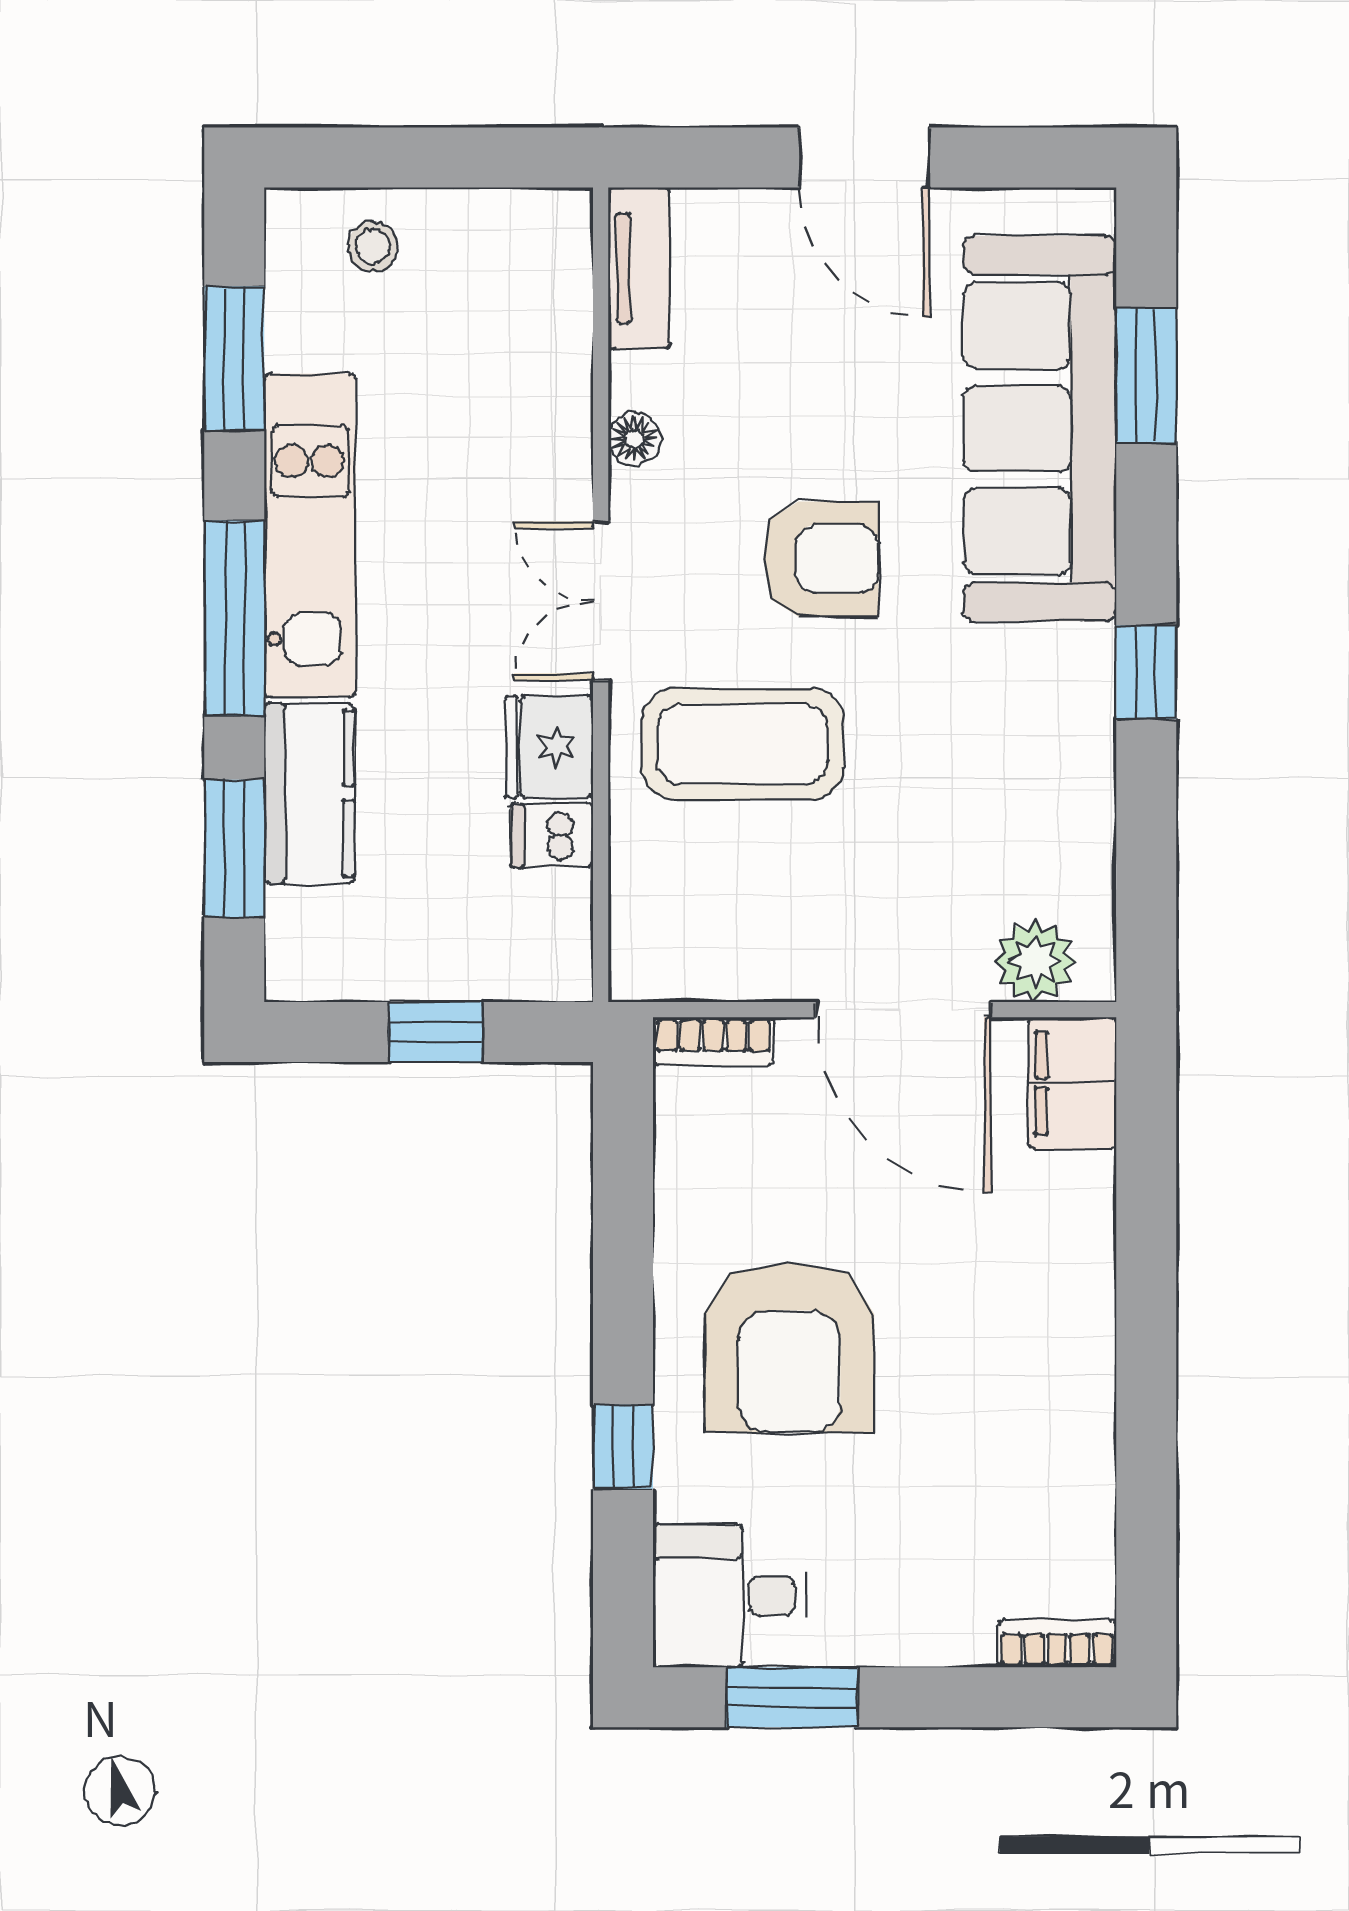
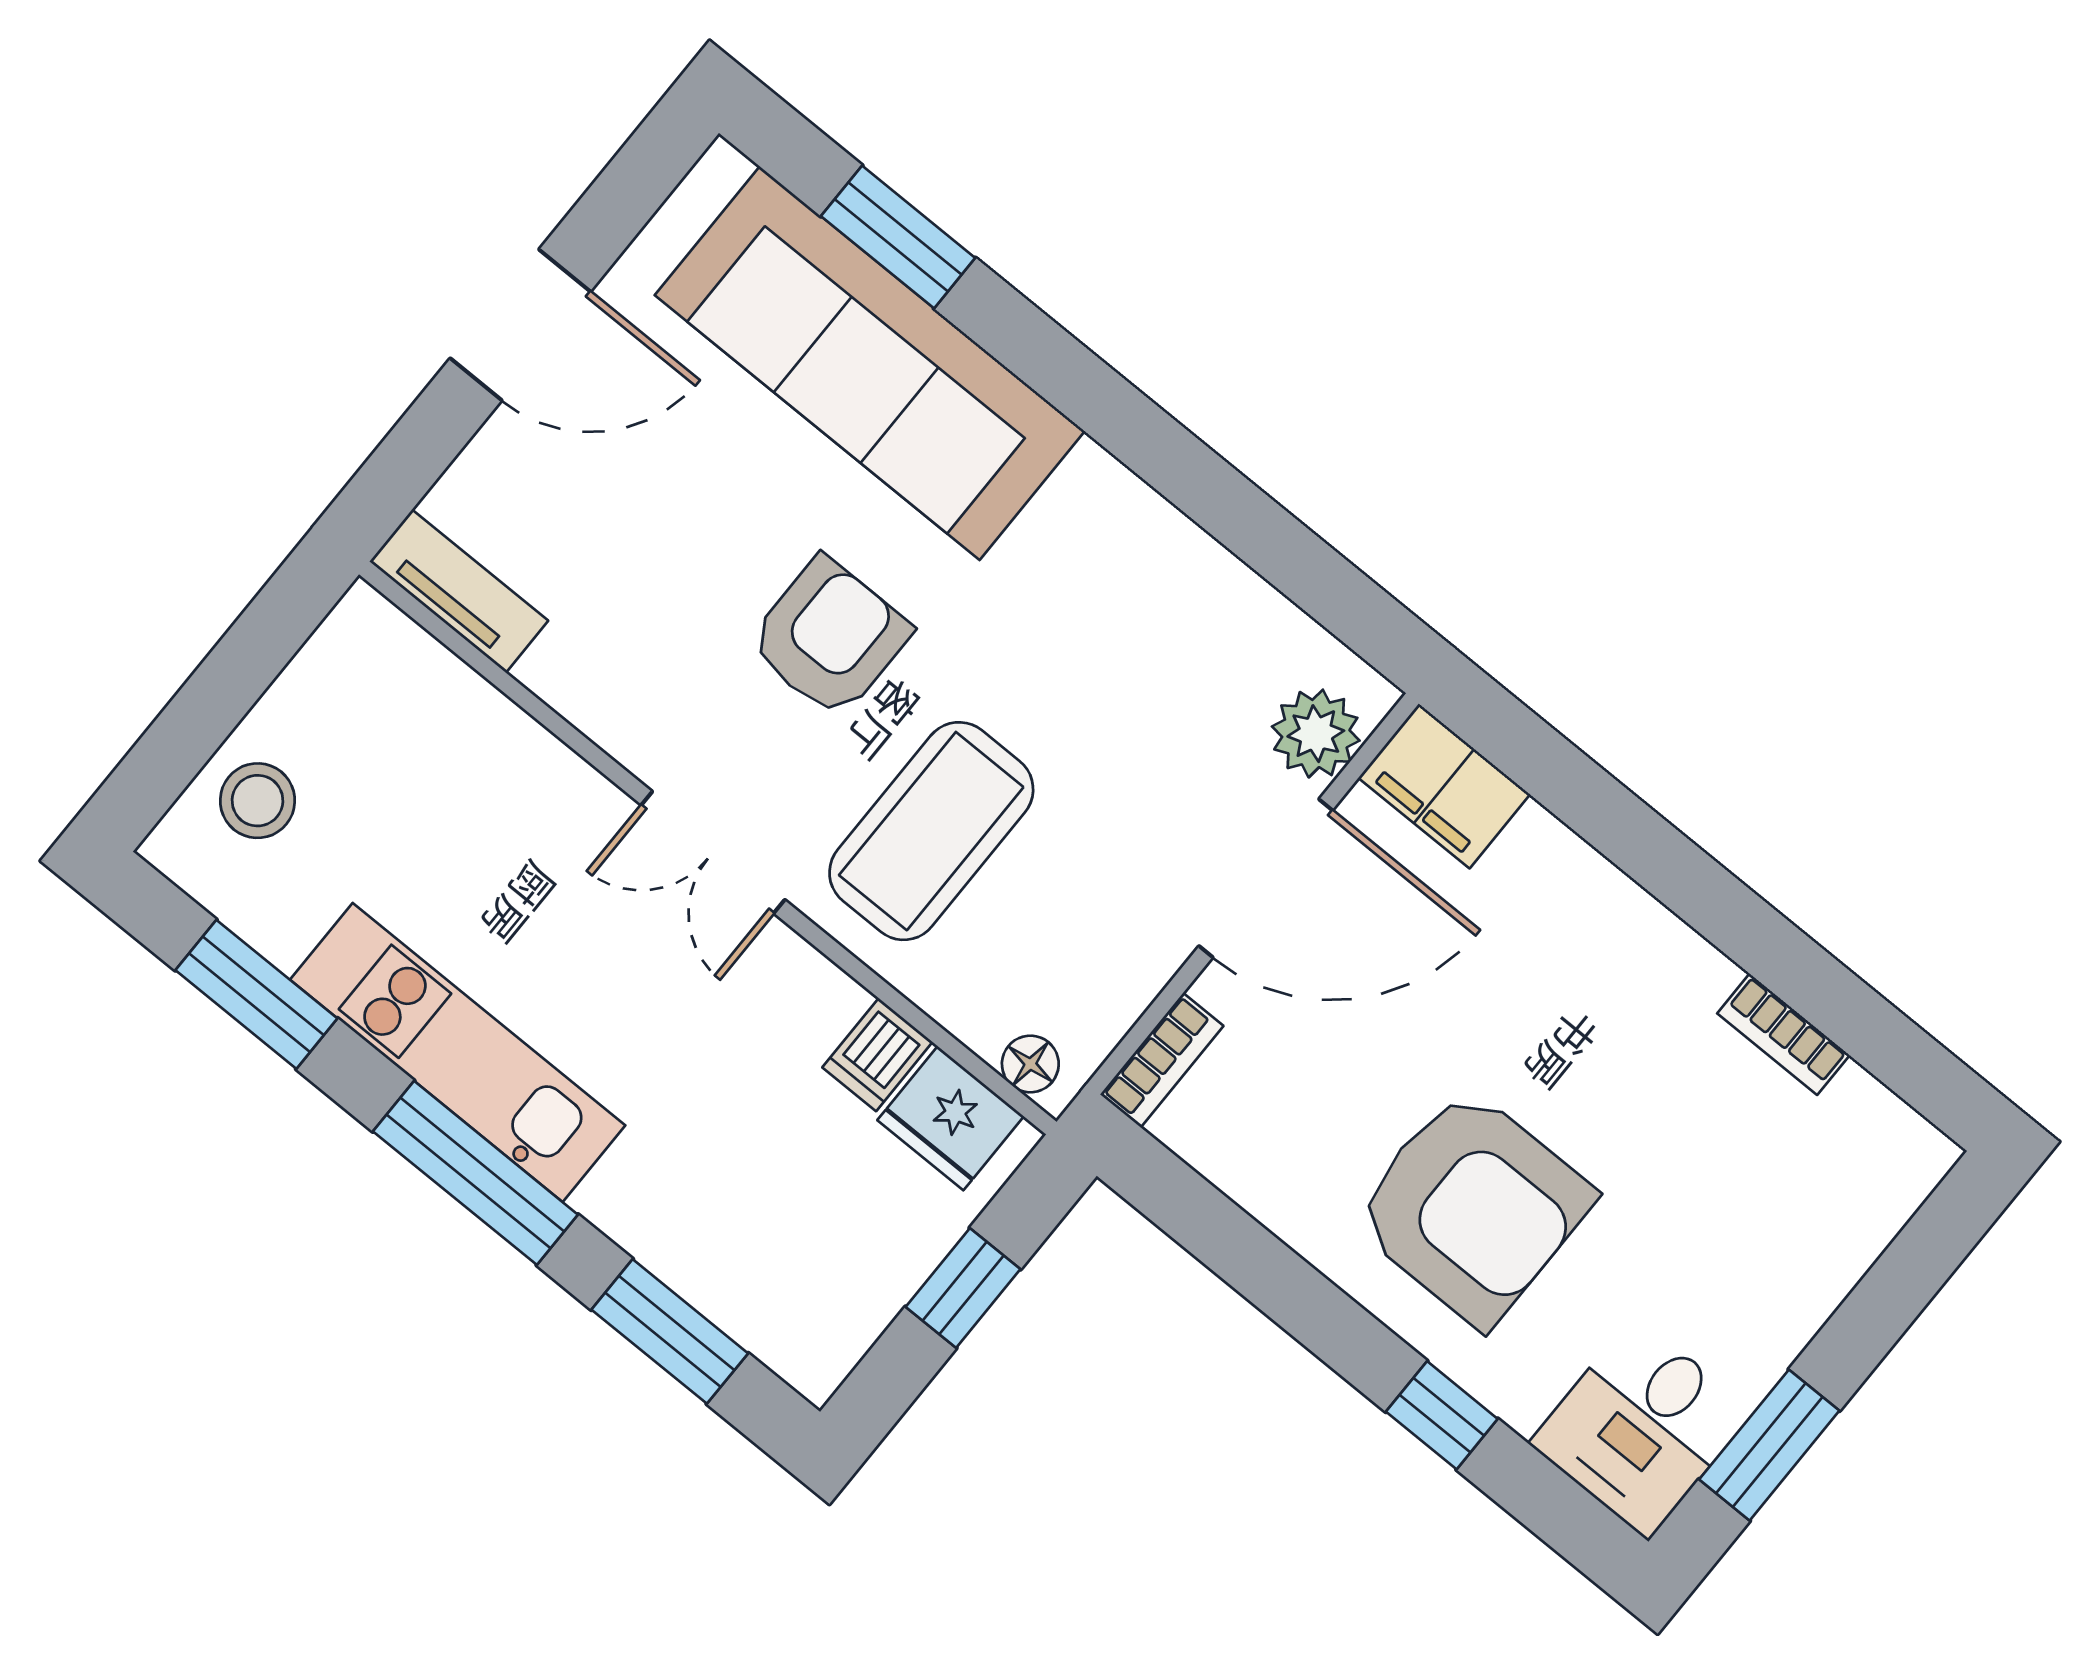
stool: (373, 247) -> (257, 801), width x1.37, depth x1.37
floor lamp: (634, 439) -> (1030, 1064), moved
window: (1146, 672) -> (1149, 441), removed
fridge: (549, 747) -> (951, 1118), moved
kitchen counter: (309, 793) -> (675, 1230), removed
bookcase: (1057, 1644) -> (1783, 1034), moved, turned -90

